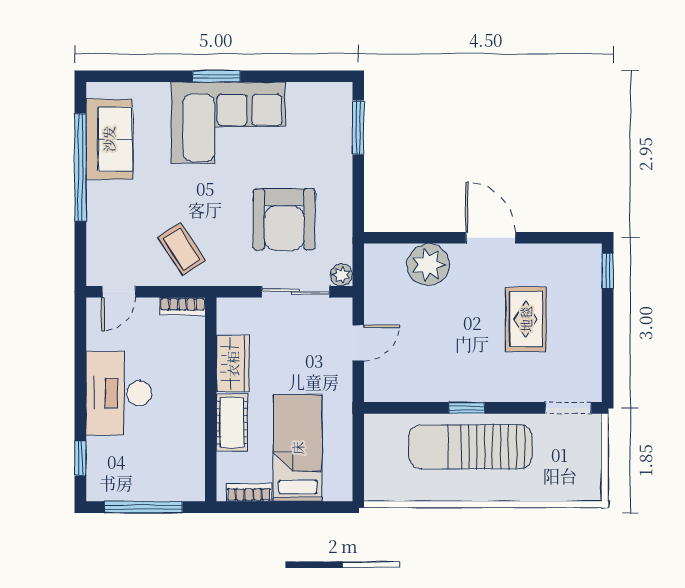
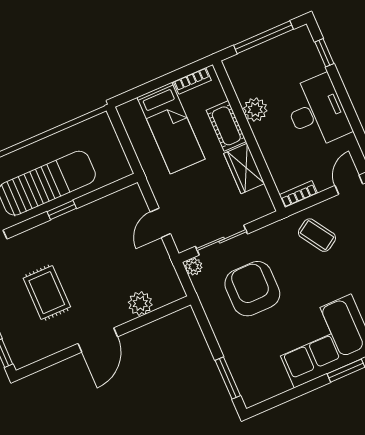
door: (491, 238) -> (98, 340), hinge flipped
plant: (428, 265) -> (140, 303), width x0.73, depth x0.73
plant: (190, 427) -> (255, 110), added

